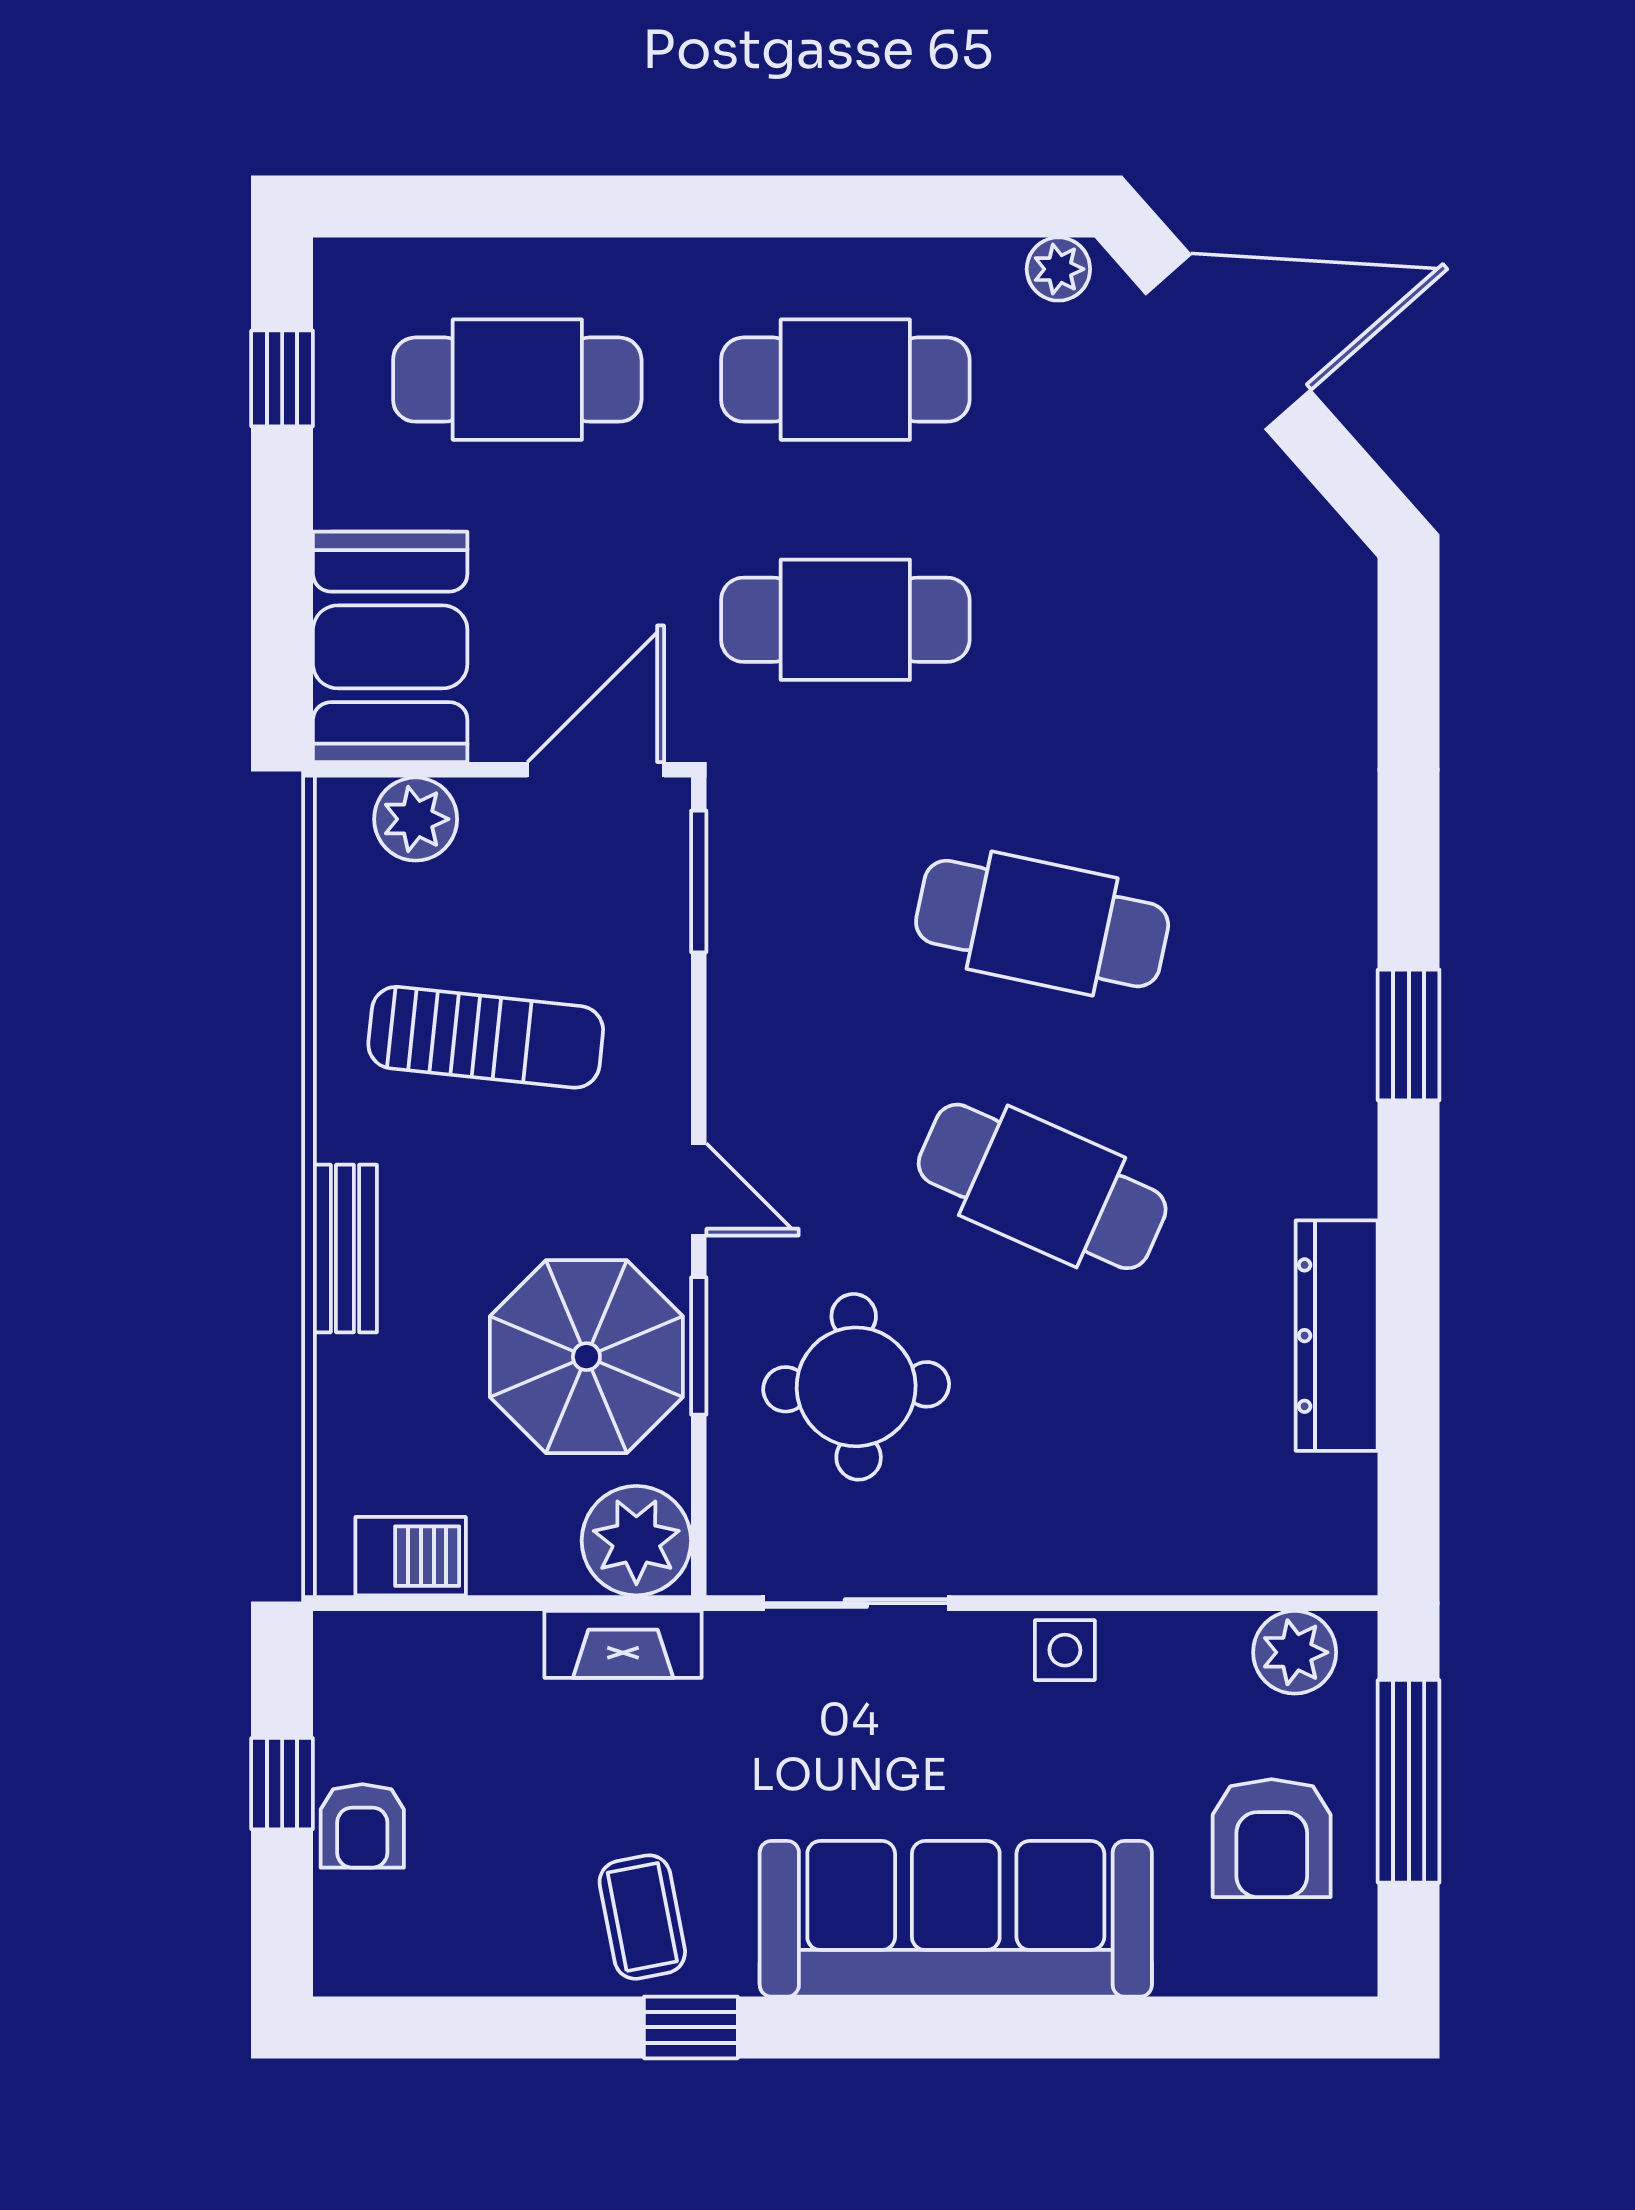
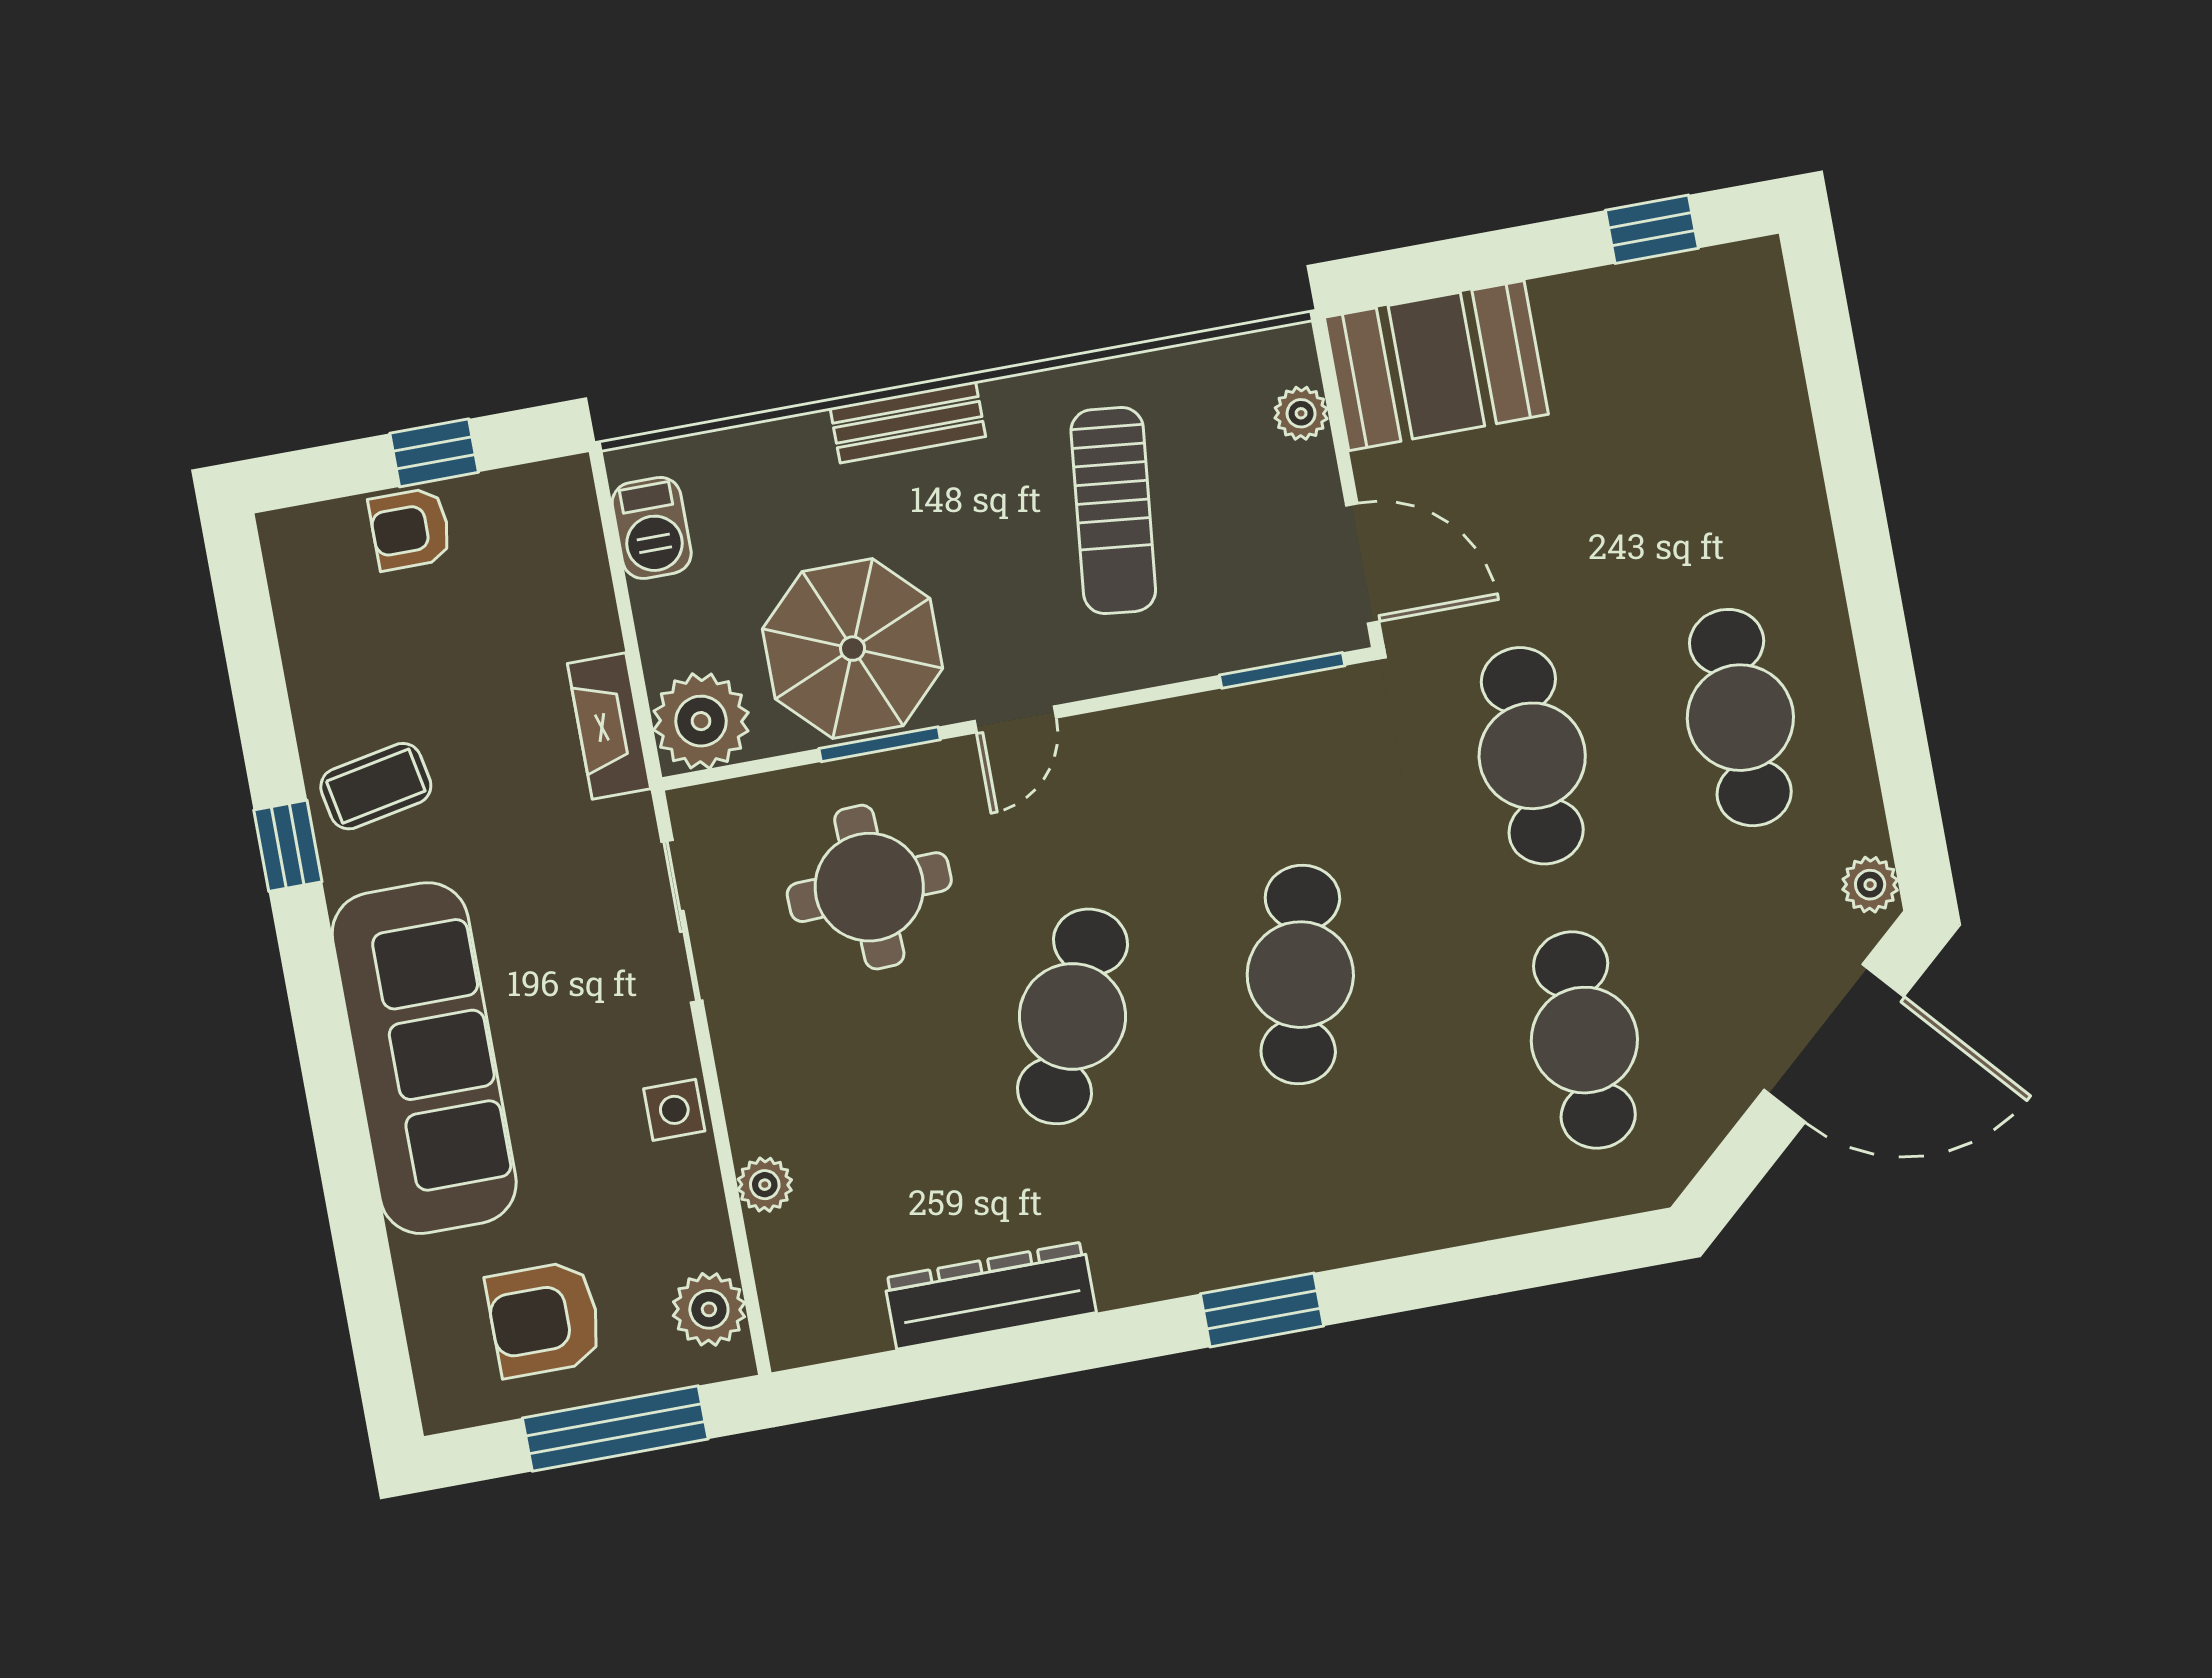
door: (1228, 342) -> (1834, 1043), hinge flipped
cafe table: (517, 380) -> (1584, 1040), moved
plant: (416, 819) -> (1301, 413), width x0.73, depth x0.73
plant: (1167, 1564) -> (765, 1185), added

